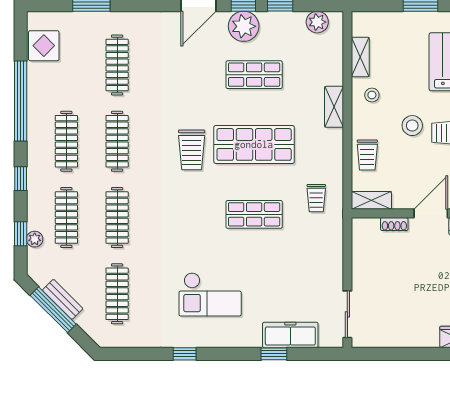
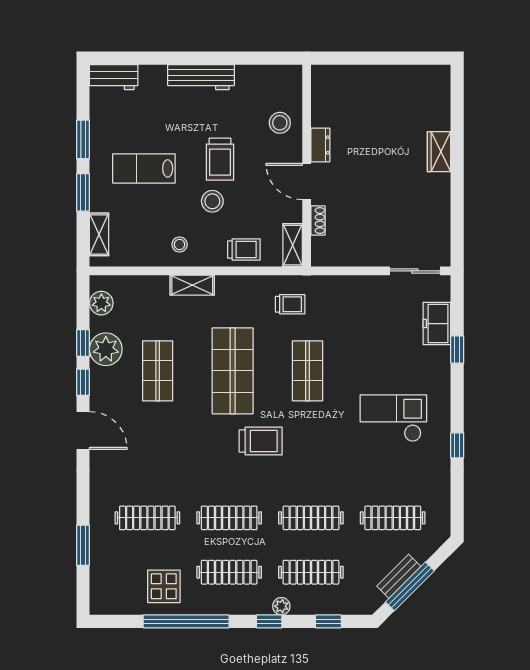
plant: (244, 26) -> (106, 349), moved
display table: (44, 46) -> (164, 586), moved
shelving: (360, 57) -> (99, 234), moved, turned 90
trolley: (192, 150) -> (261, 441), moved
plant: (35, 239) -> (281, 606), moved
checkout: (210, 294) -> (393, 418), turned -90
freezer: (290, 335) -> (437, 324), width x0.71

